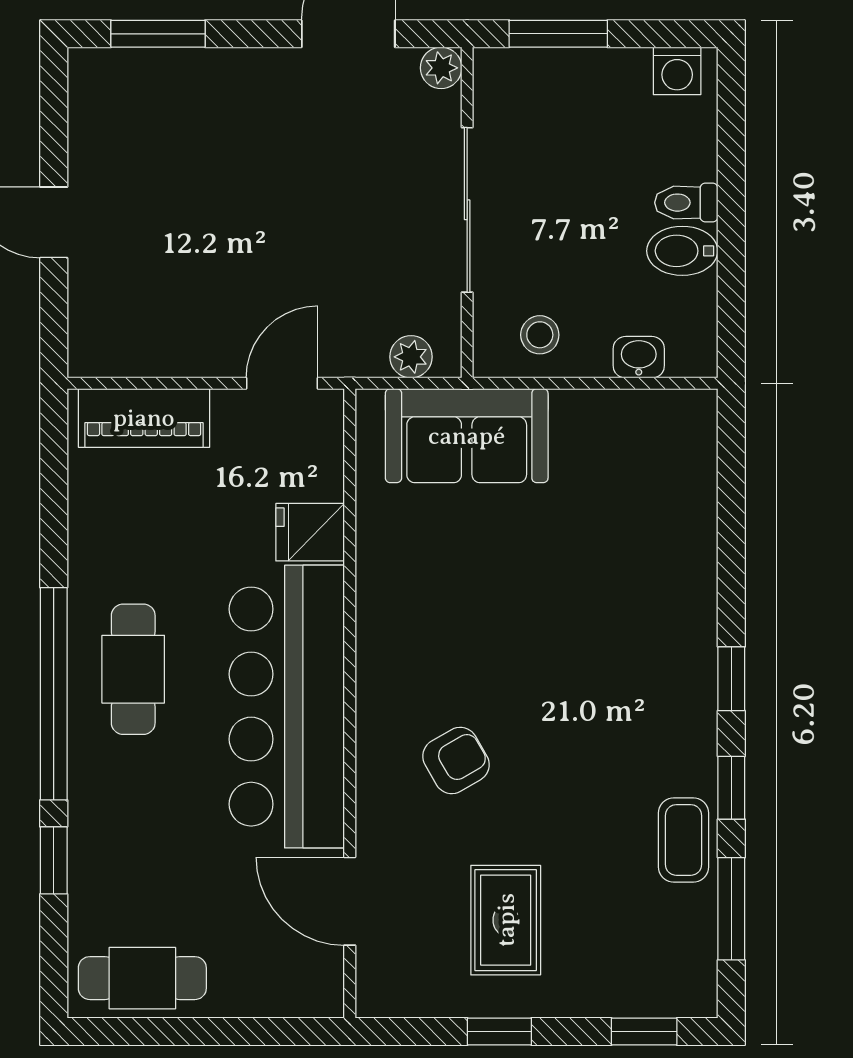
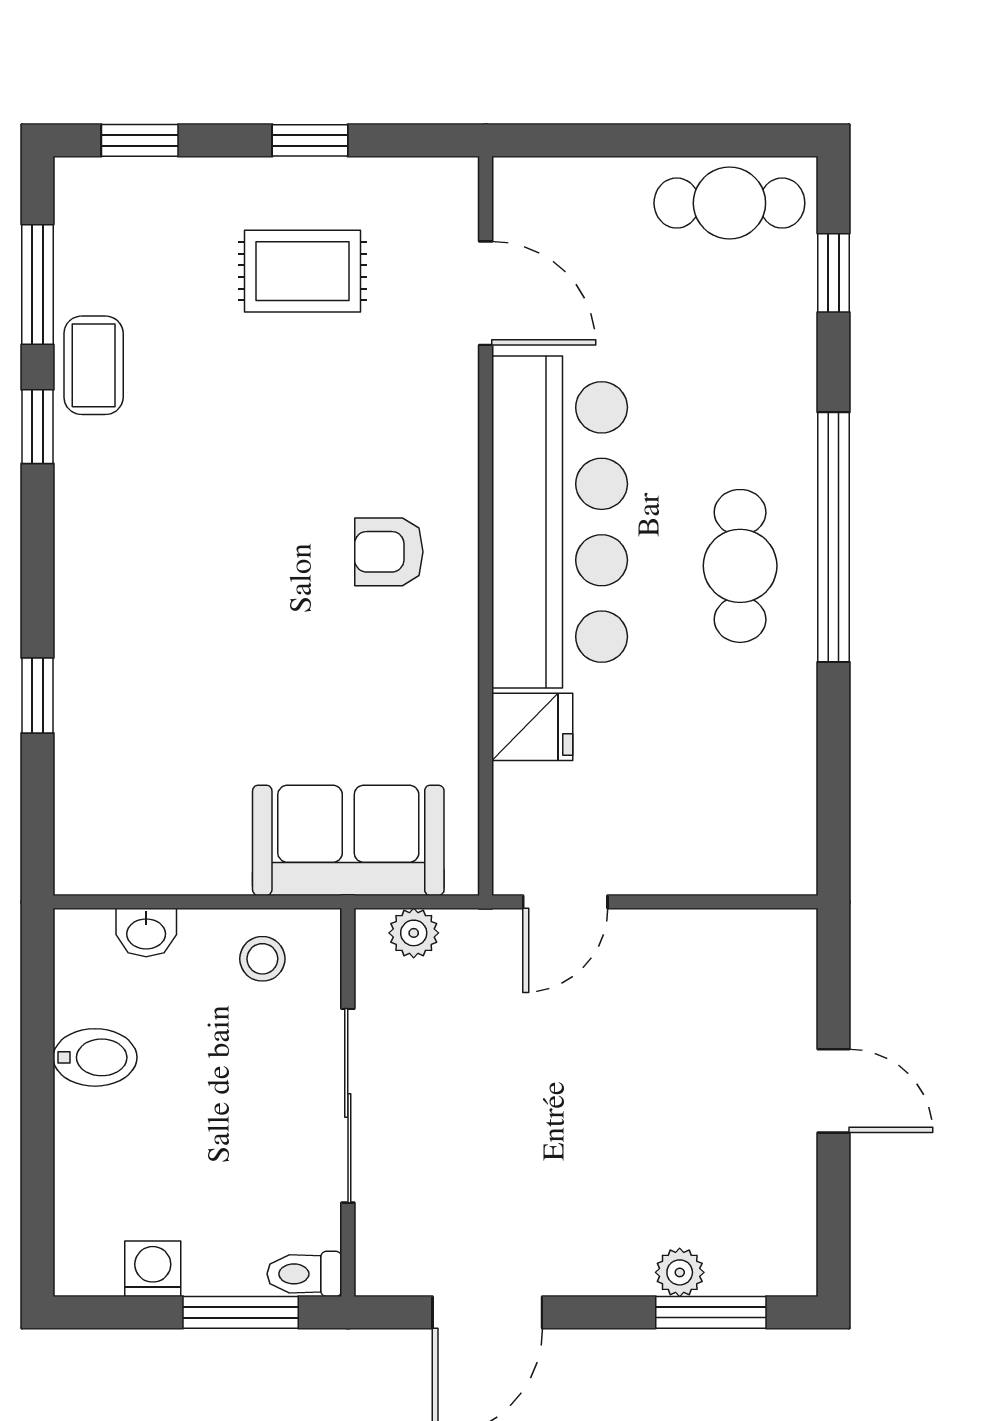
plant: (441, 68) -> (680, 1272), moved
washing machine: (677, 71) -> (153, 1269), moved
toilet: (686, 203) -> (304, 1274), moved, turned 180
piano: (144, 418) -> (727, 861), removed
window: (731, 679) -> (38, 696), moved
armchair: (456, 760) -> (389, 552), moved, turned 30
window: (54, 860) -> (834, 273), moved
rug: (506, 920) -> (303, 271), turned 90

